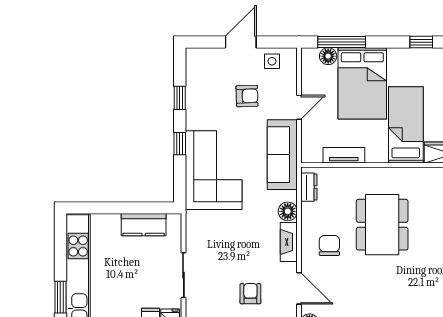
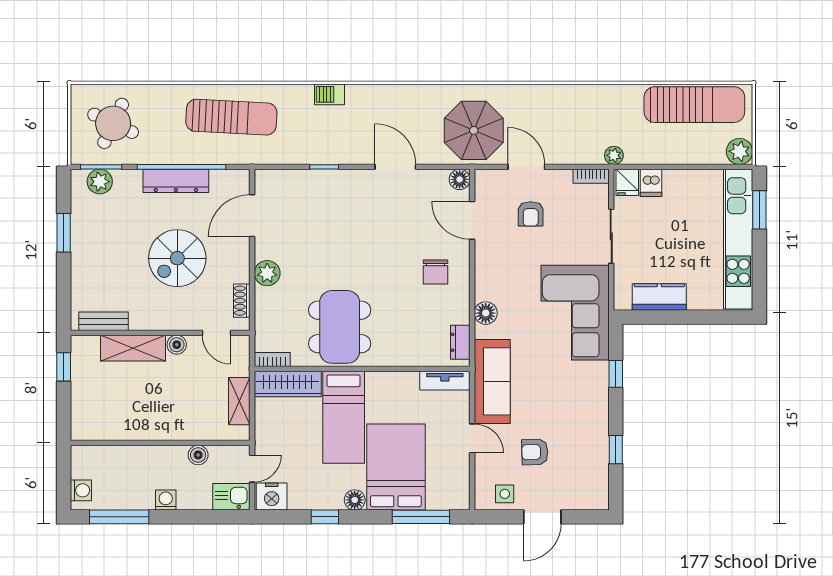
floor lamp: (328, 56) -> (355, 500), moved
door: (299, 107) -> (472, 438), swing flipped
window: (180, 144) -> (616, 374), moved
tv unit: (344, 155) -> (445, 381), moved
corner sofa: (214, 170) -> (575, 313), moved
dining table: (382, 225) -> (340, 327), moved
fireplace: (289, 242) -> (484, 276), removed

